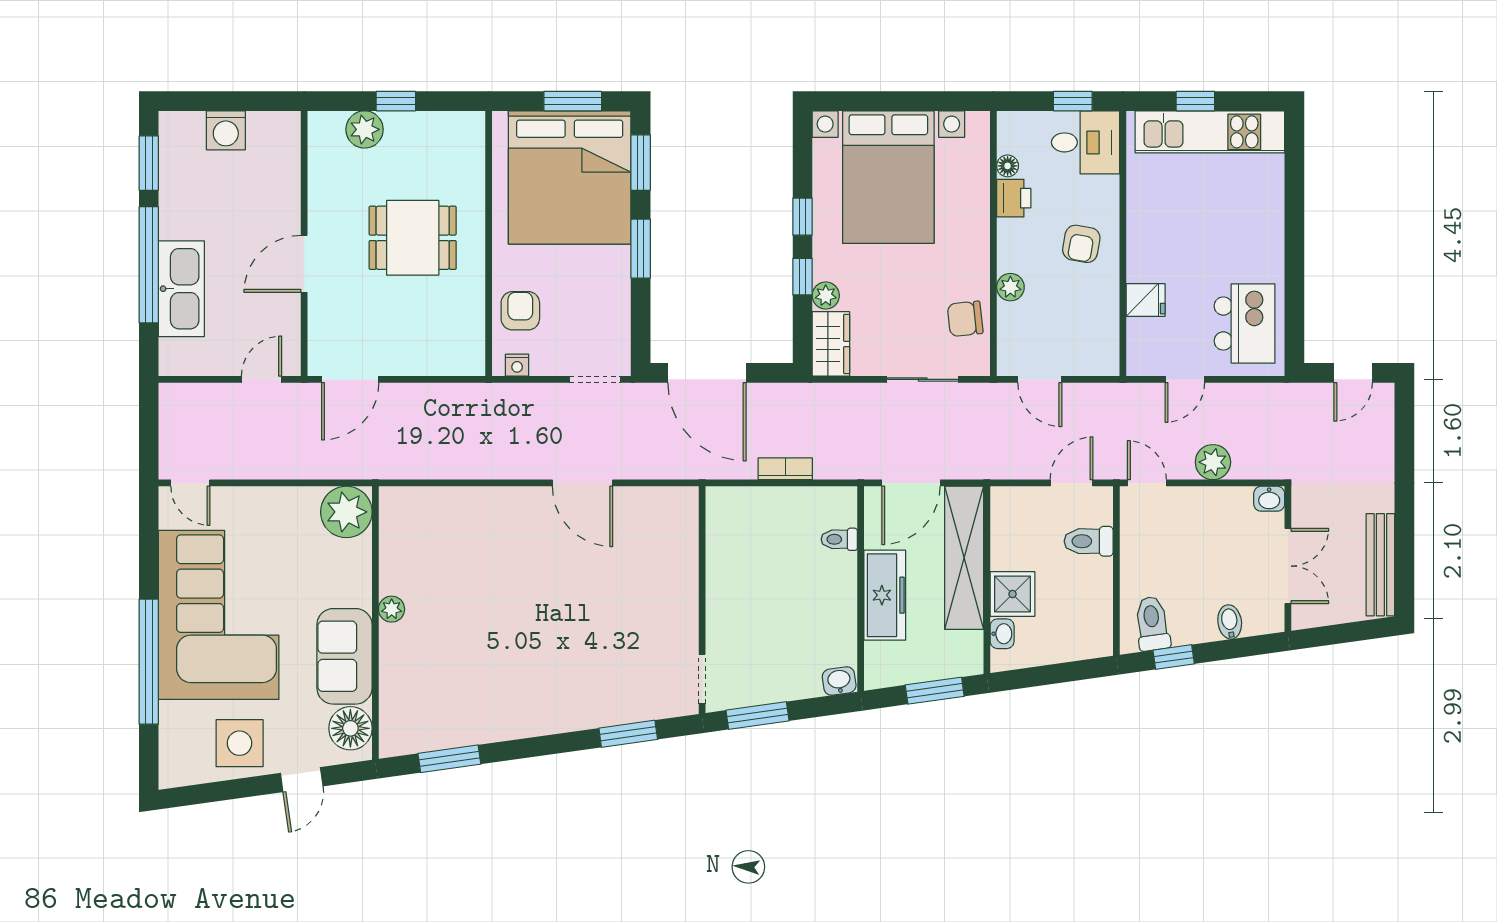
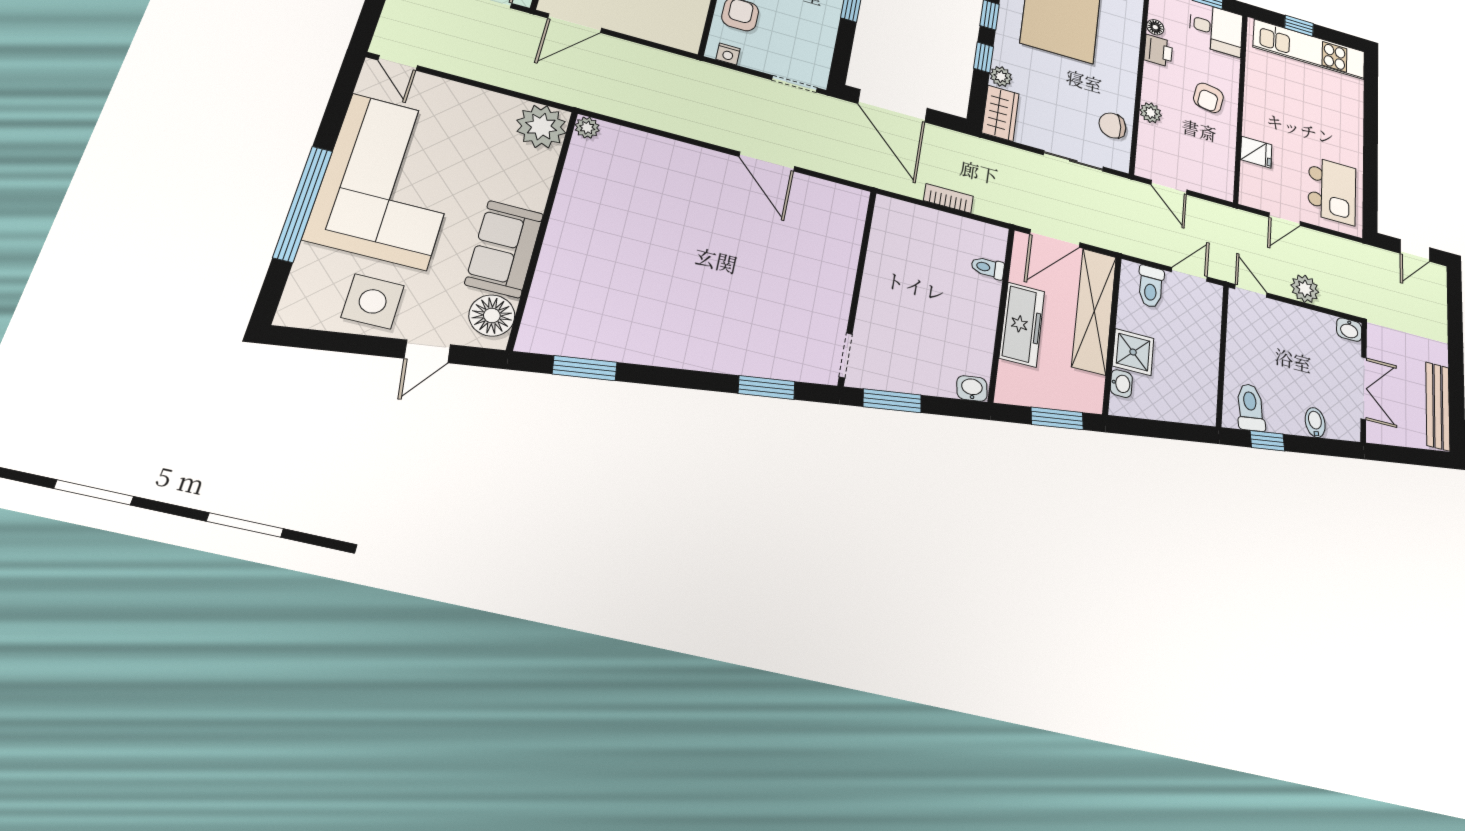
toilet: (1089, 541) -> (1151, 287), moved, turned -90
plant: (392, 609) -> (587, 128), moved

